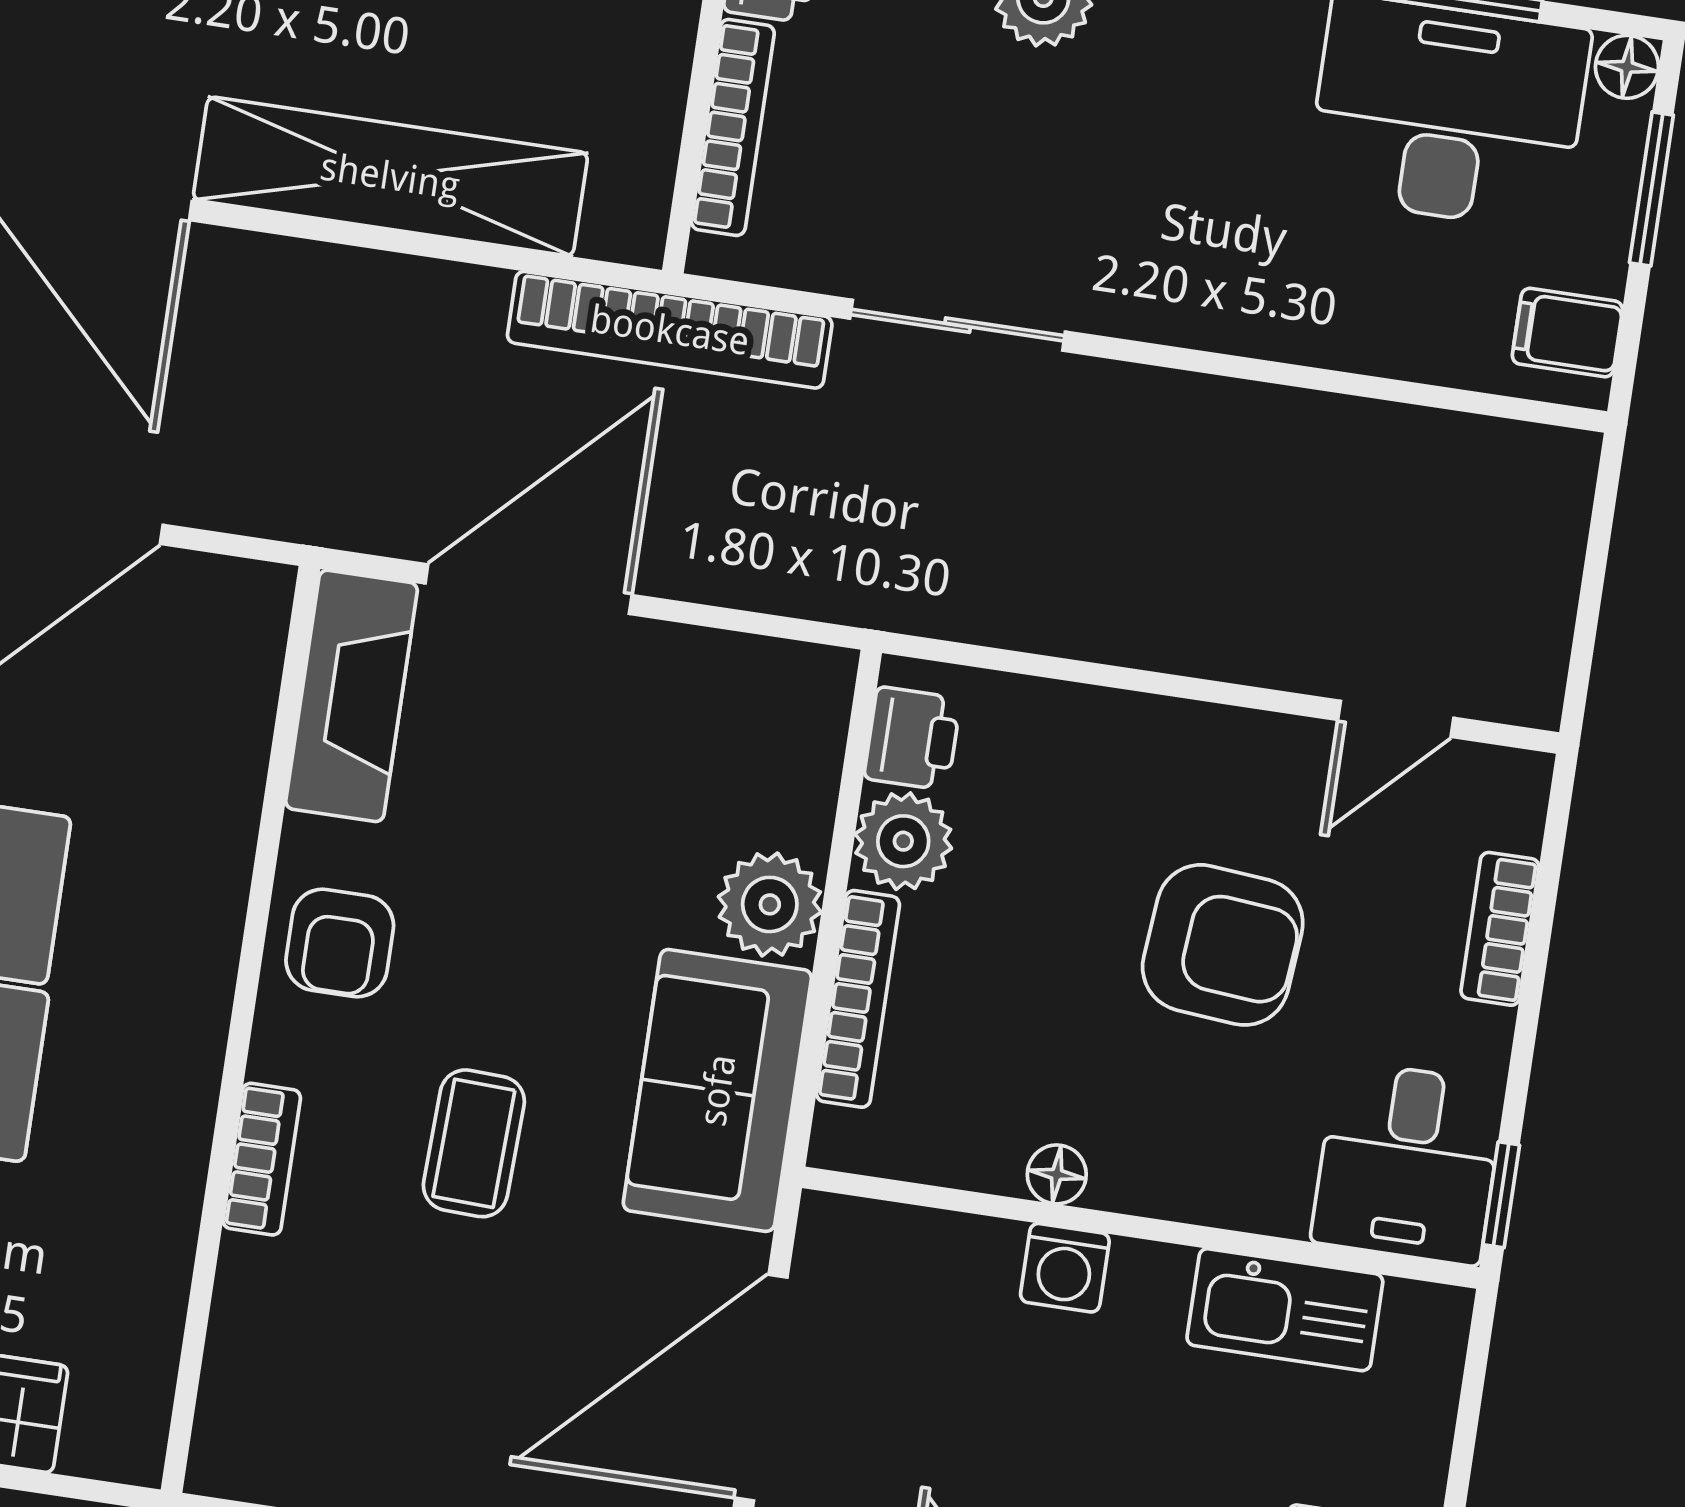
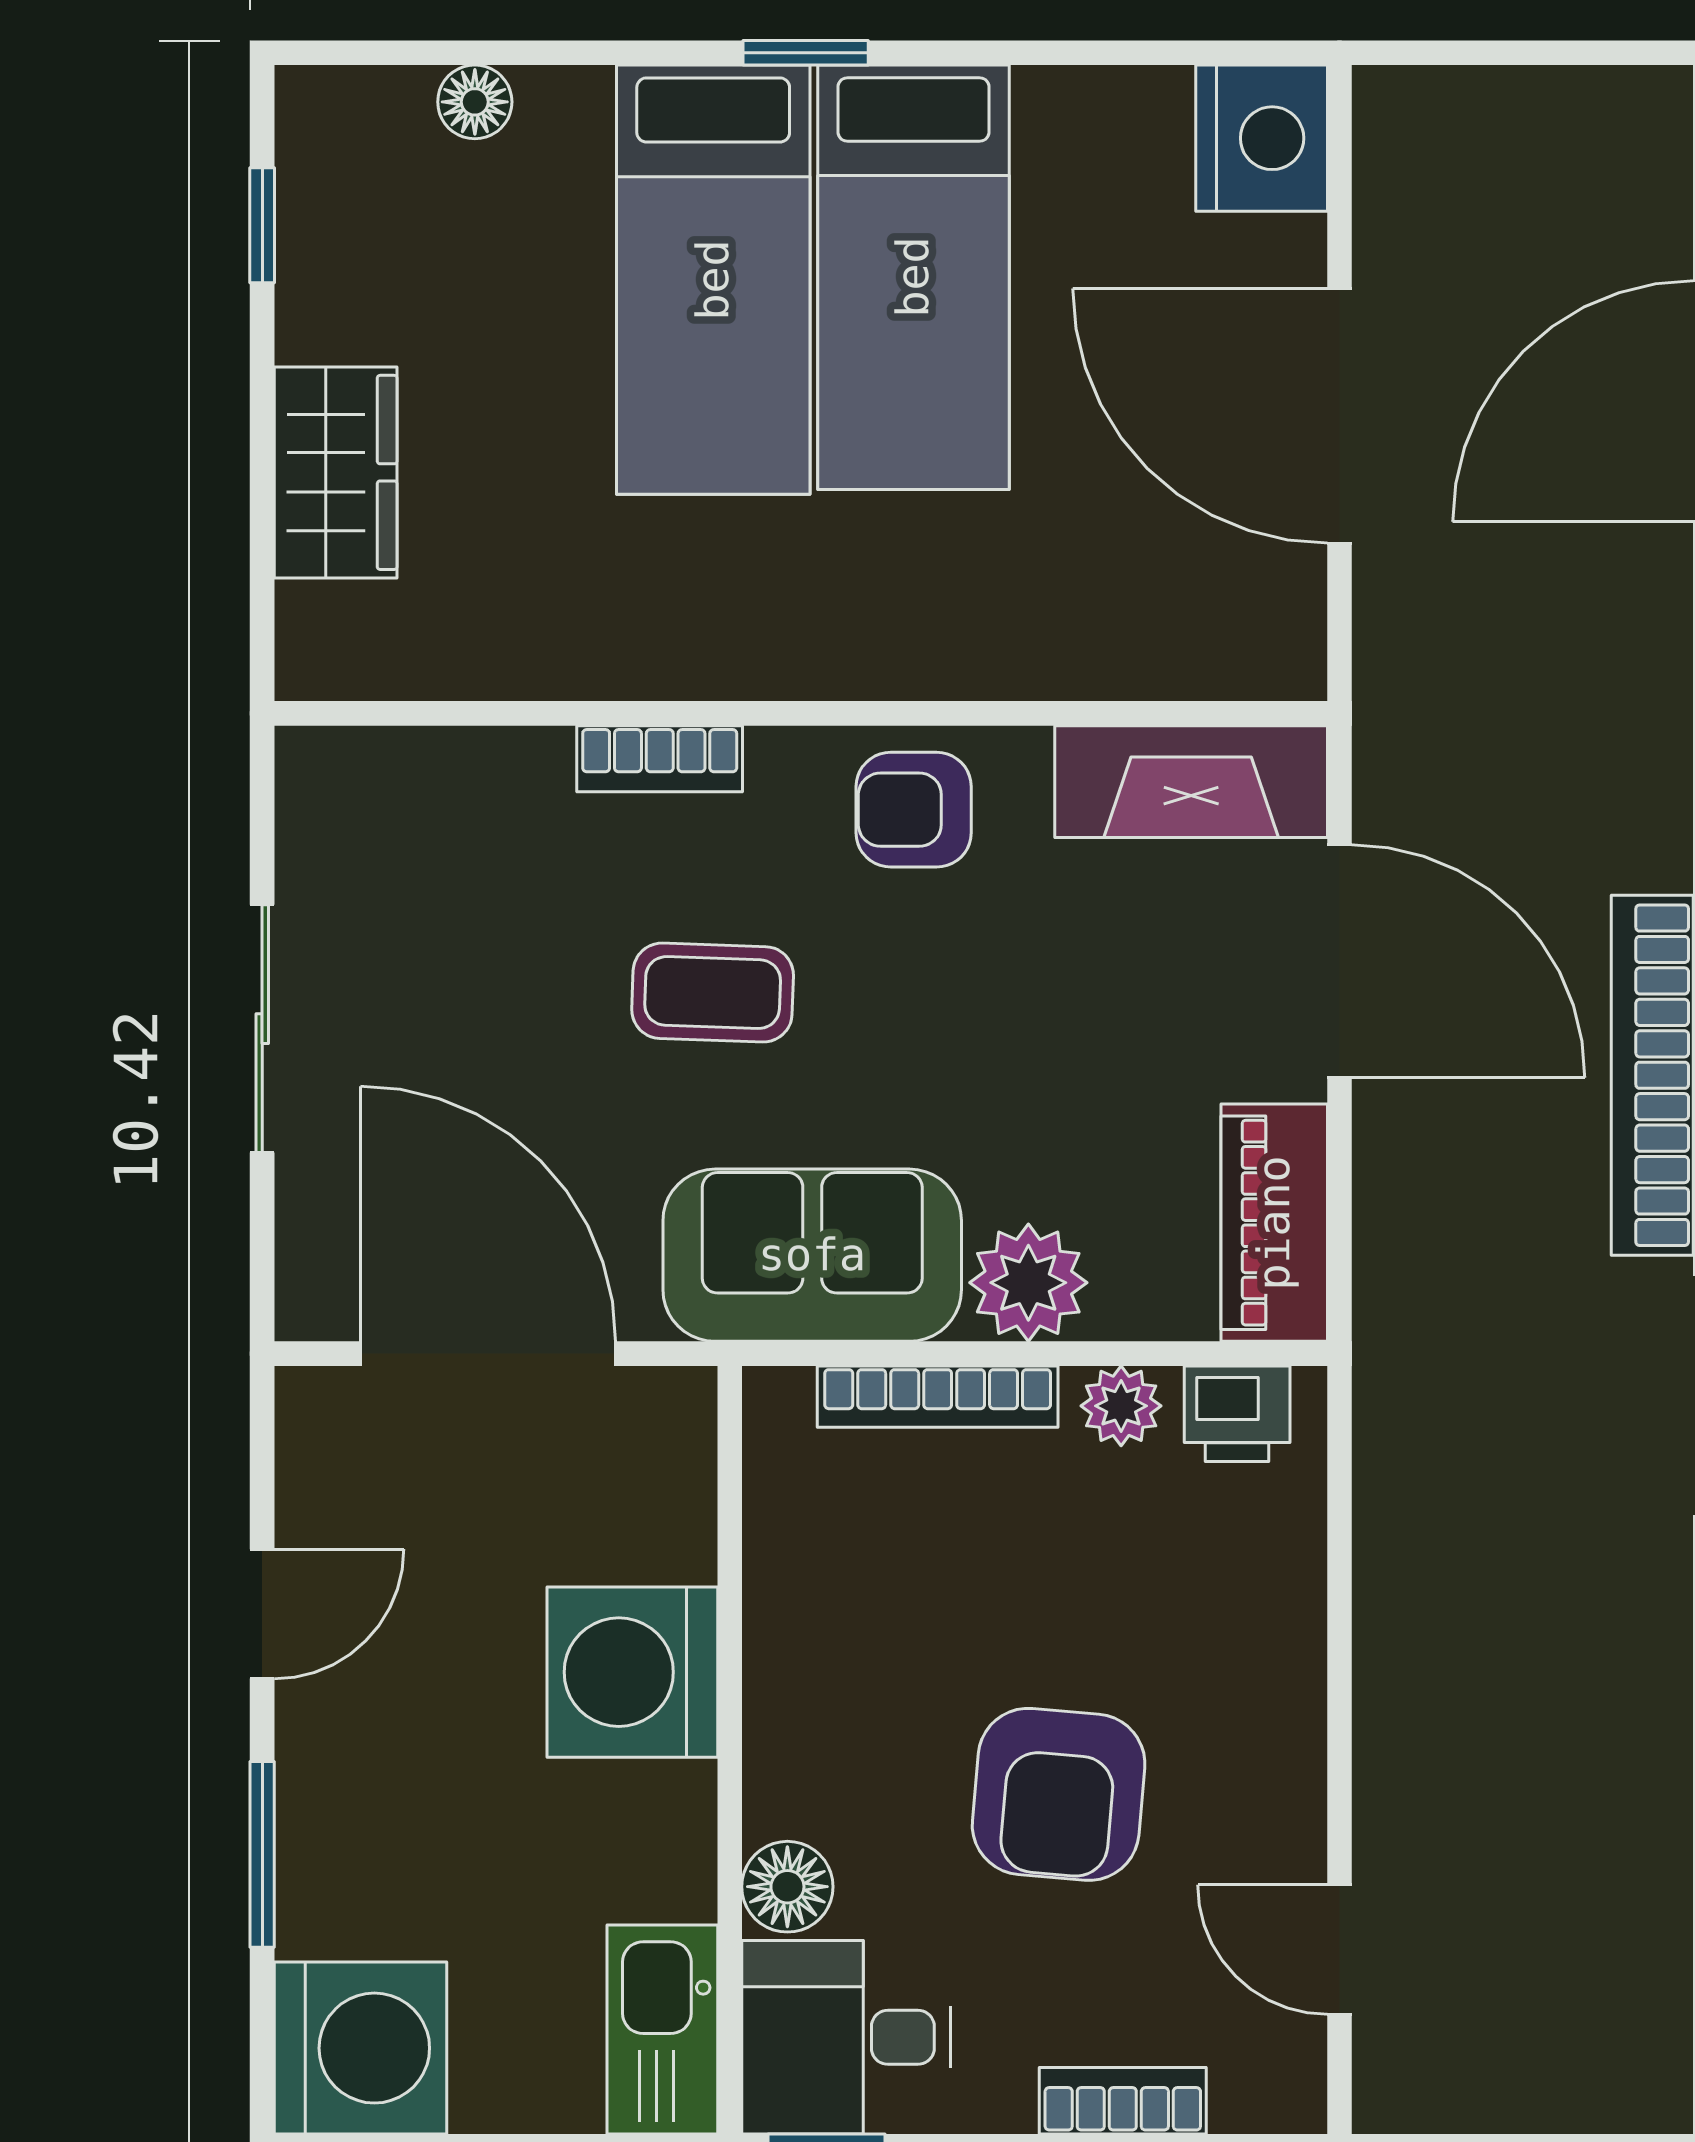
piano: (749, 681) -> (1274, 1223), added
plant: (903, 841) -> (1121, 1406), width x0.73, depth x0.73
floor lamp: (1057, 1174) -> (787, 1887), moved, width x1.37, depth x1.37
washing machine: (1065, 1268) -> (632, 1672), width x1.89, depth x1.89
kitchen sink: (1285, 1310) -> (662, 2030), moved

